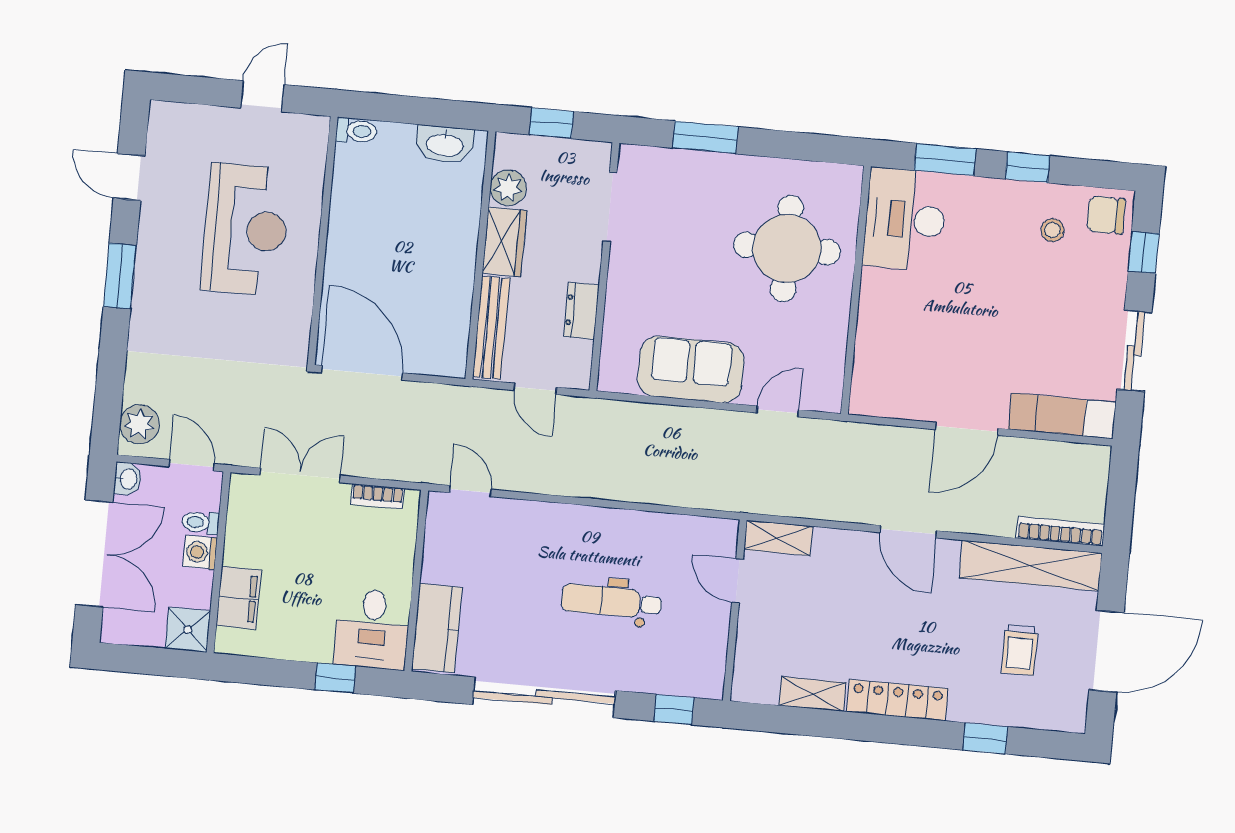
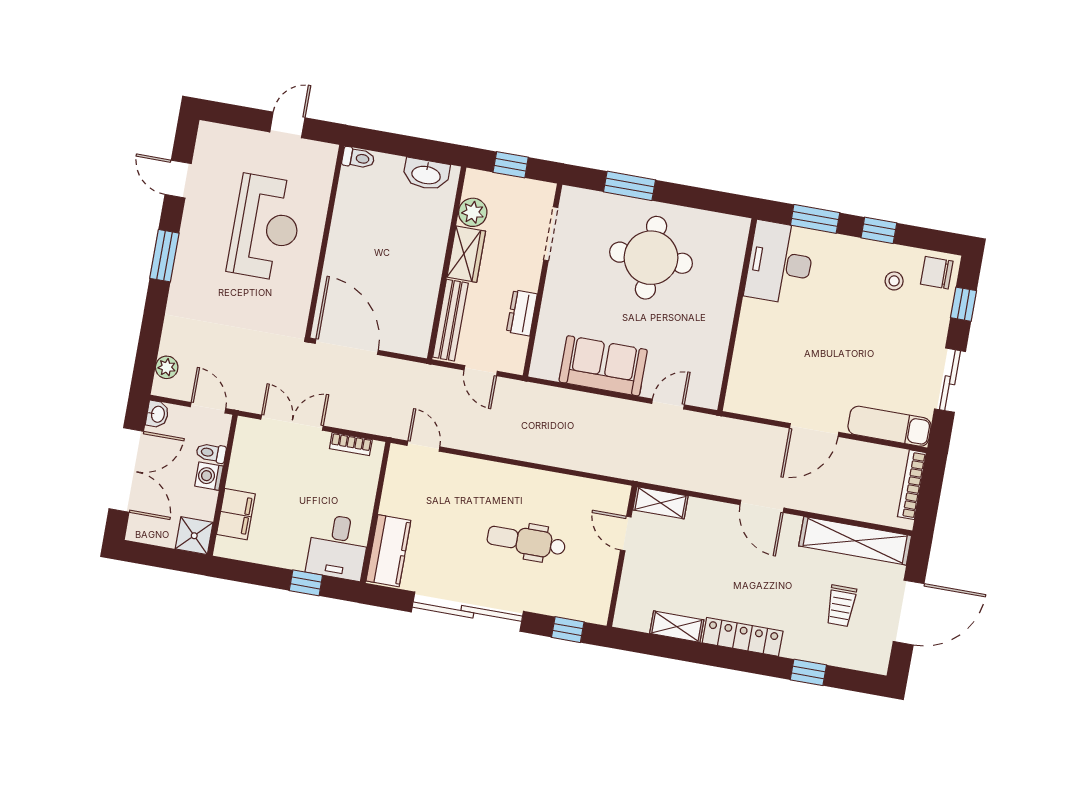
round table: (787, 249) -> (651, 258), moved
plant: (139, 424) -> (167, 367), width x0.73, depth x0.73
bookcase: (1060, 531) -> (912, 485), moved, turned -90

